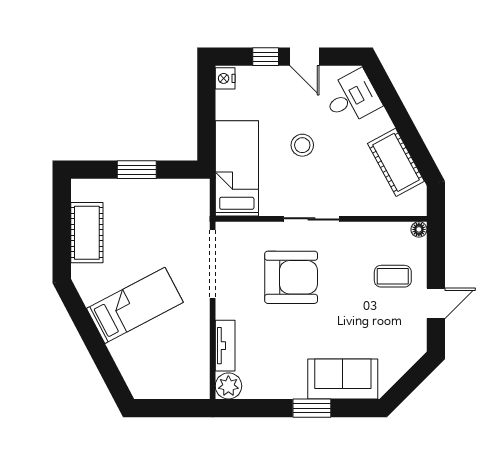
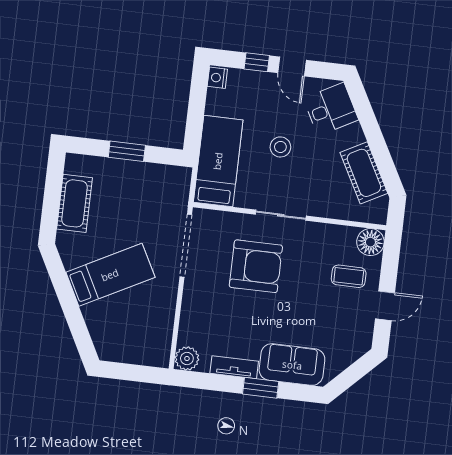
floor lamp: (419, 229) -> (370, 242), width x1.89, depth x1.89
tv unit: (225, 346) -> (234, 367), moved, turned -90

